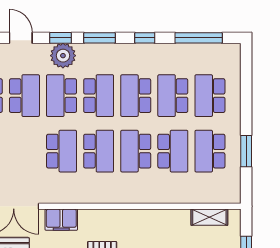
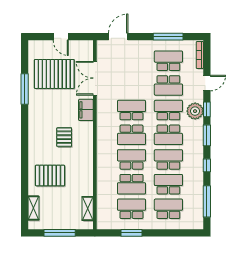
school desk: (62, 151) -> (131, 110), turned 180

